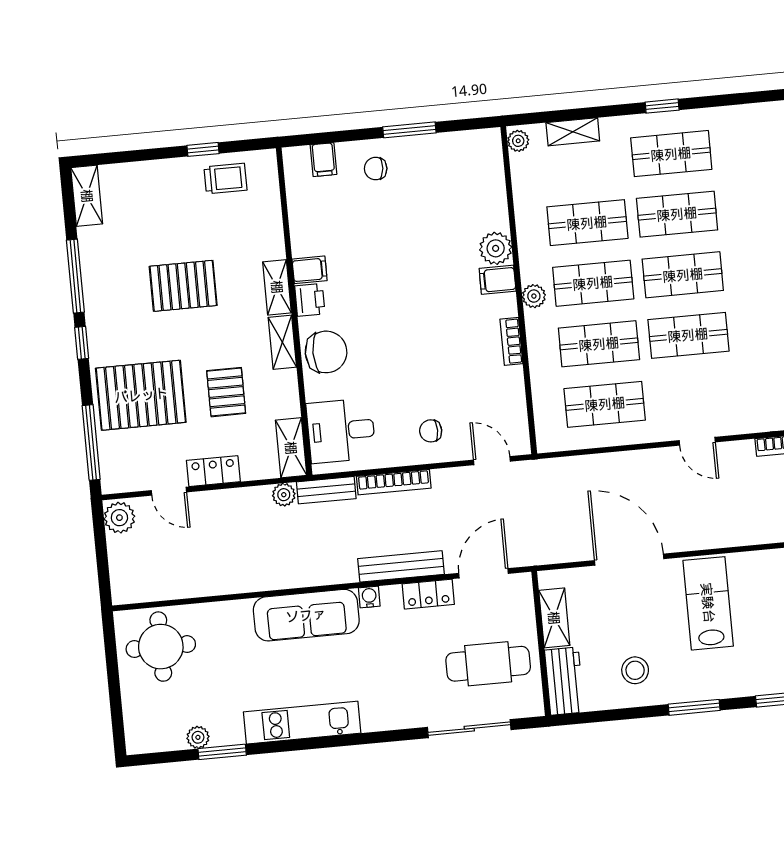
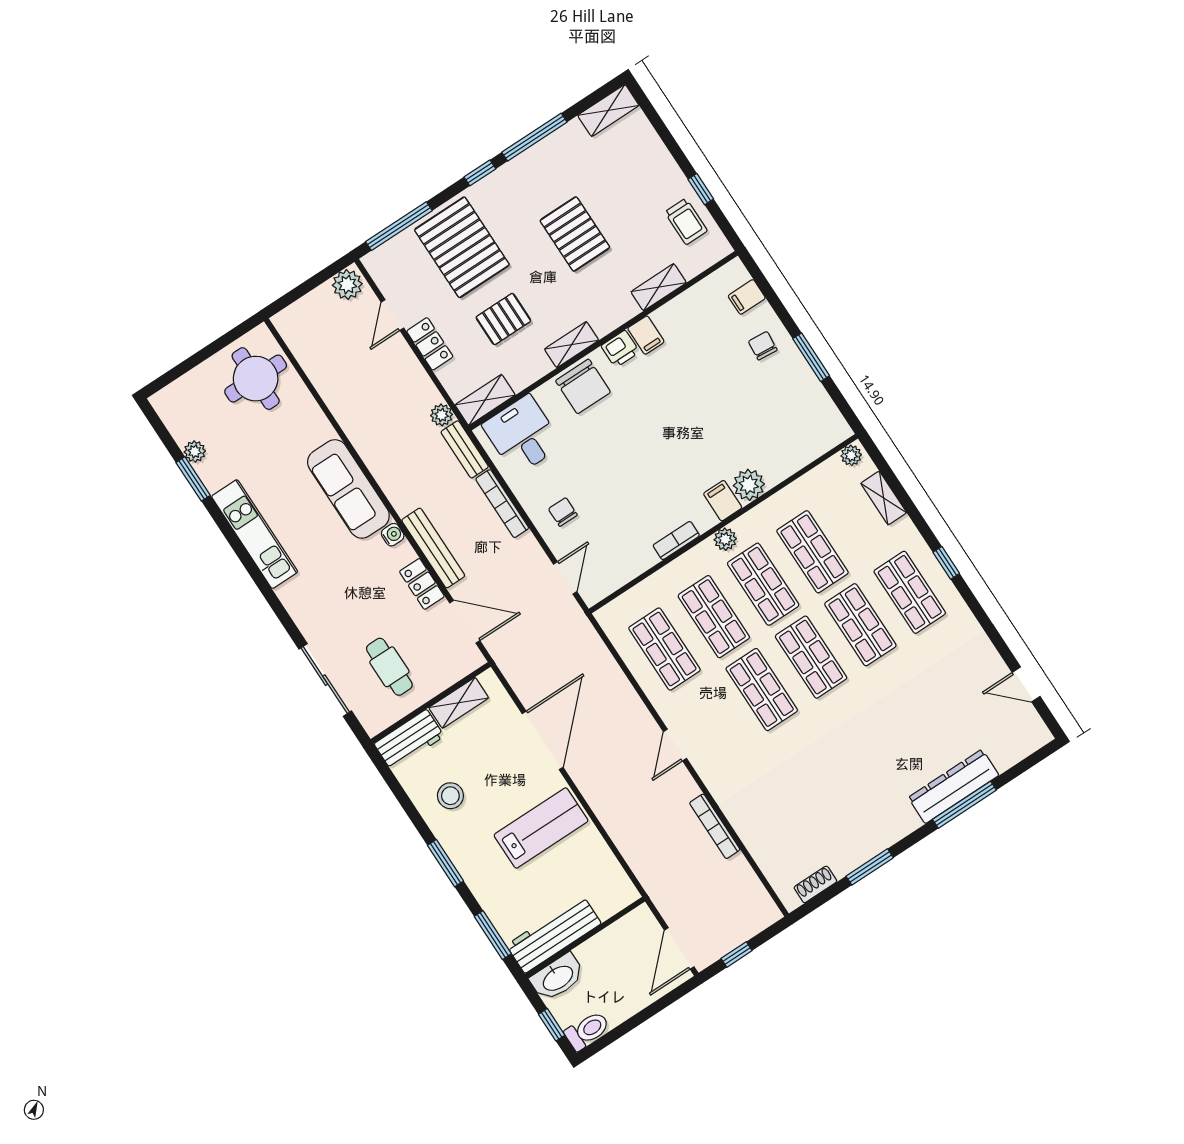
shelving: (277, 287) -> (659, 287), moved
cafe table: (488, 664) -> (389, 667), width x0.73, depth x0.74

